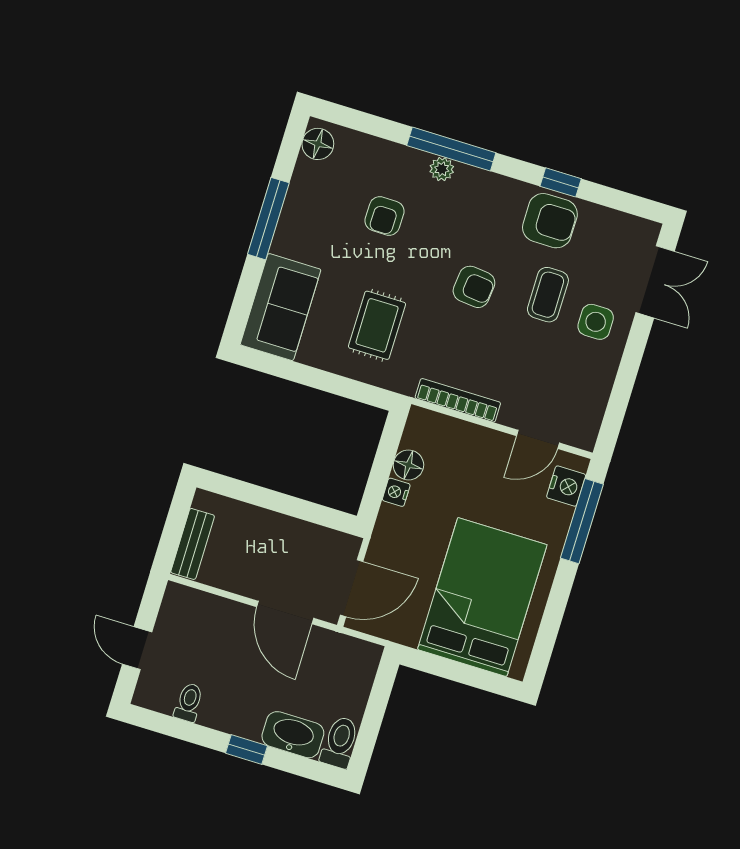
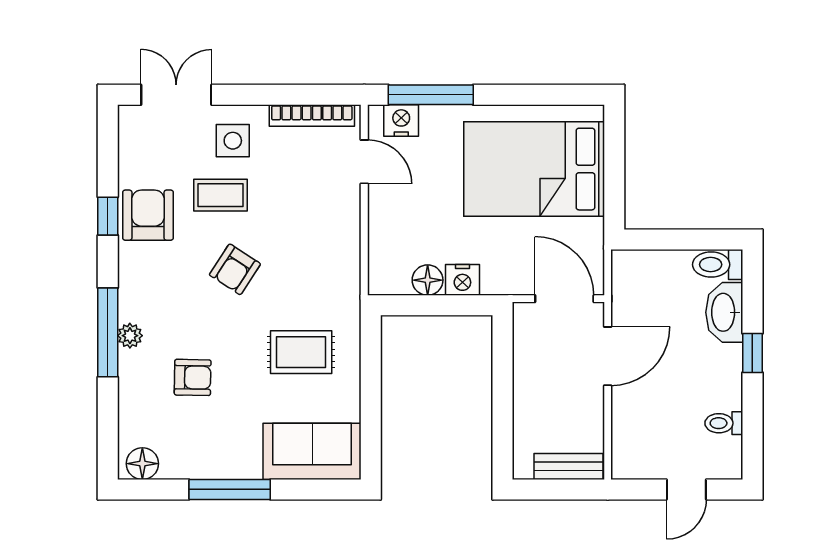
armchair: (474, 287) -> (235, 269), turned -153
bookcase: (458, 400) -> (312, 115), moved, turned -90
nightstand: (396, 492) -> (462, 280), width x1.39, depth x1.35

